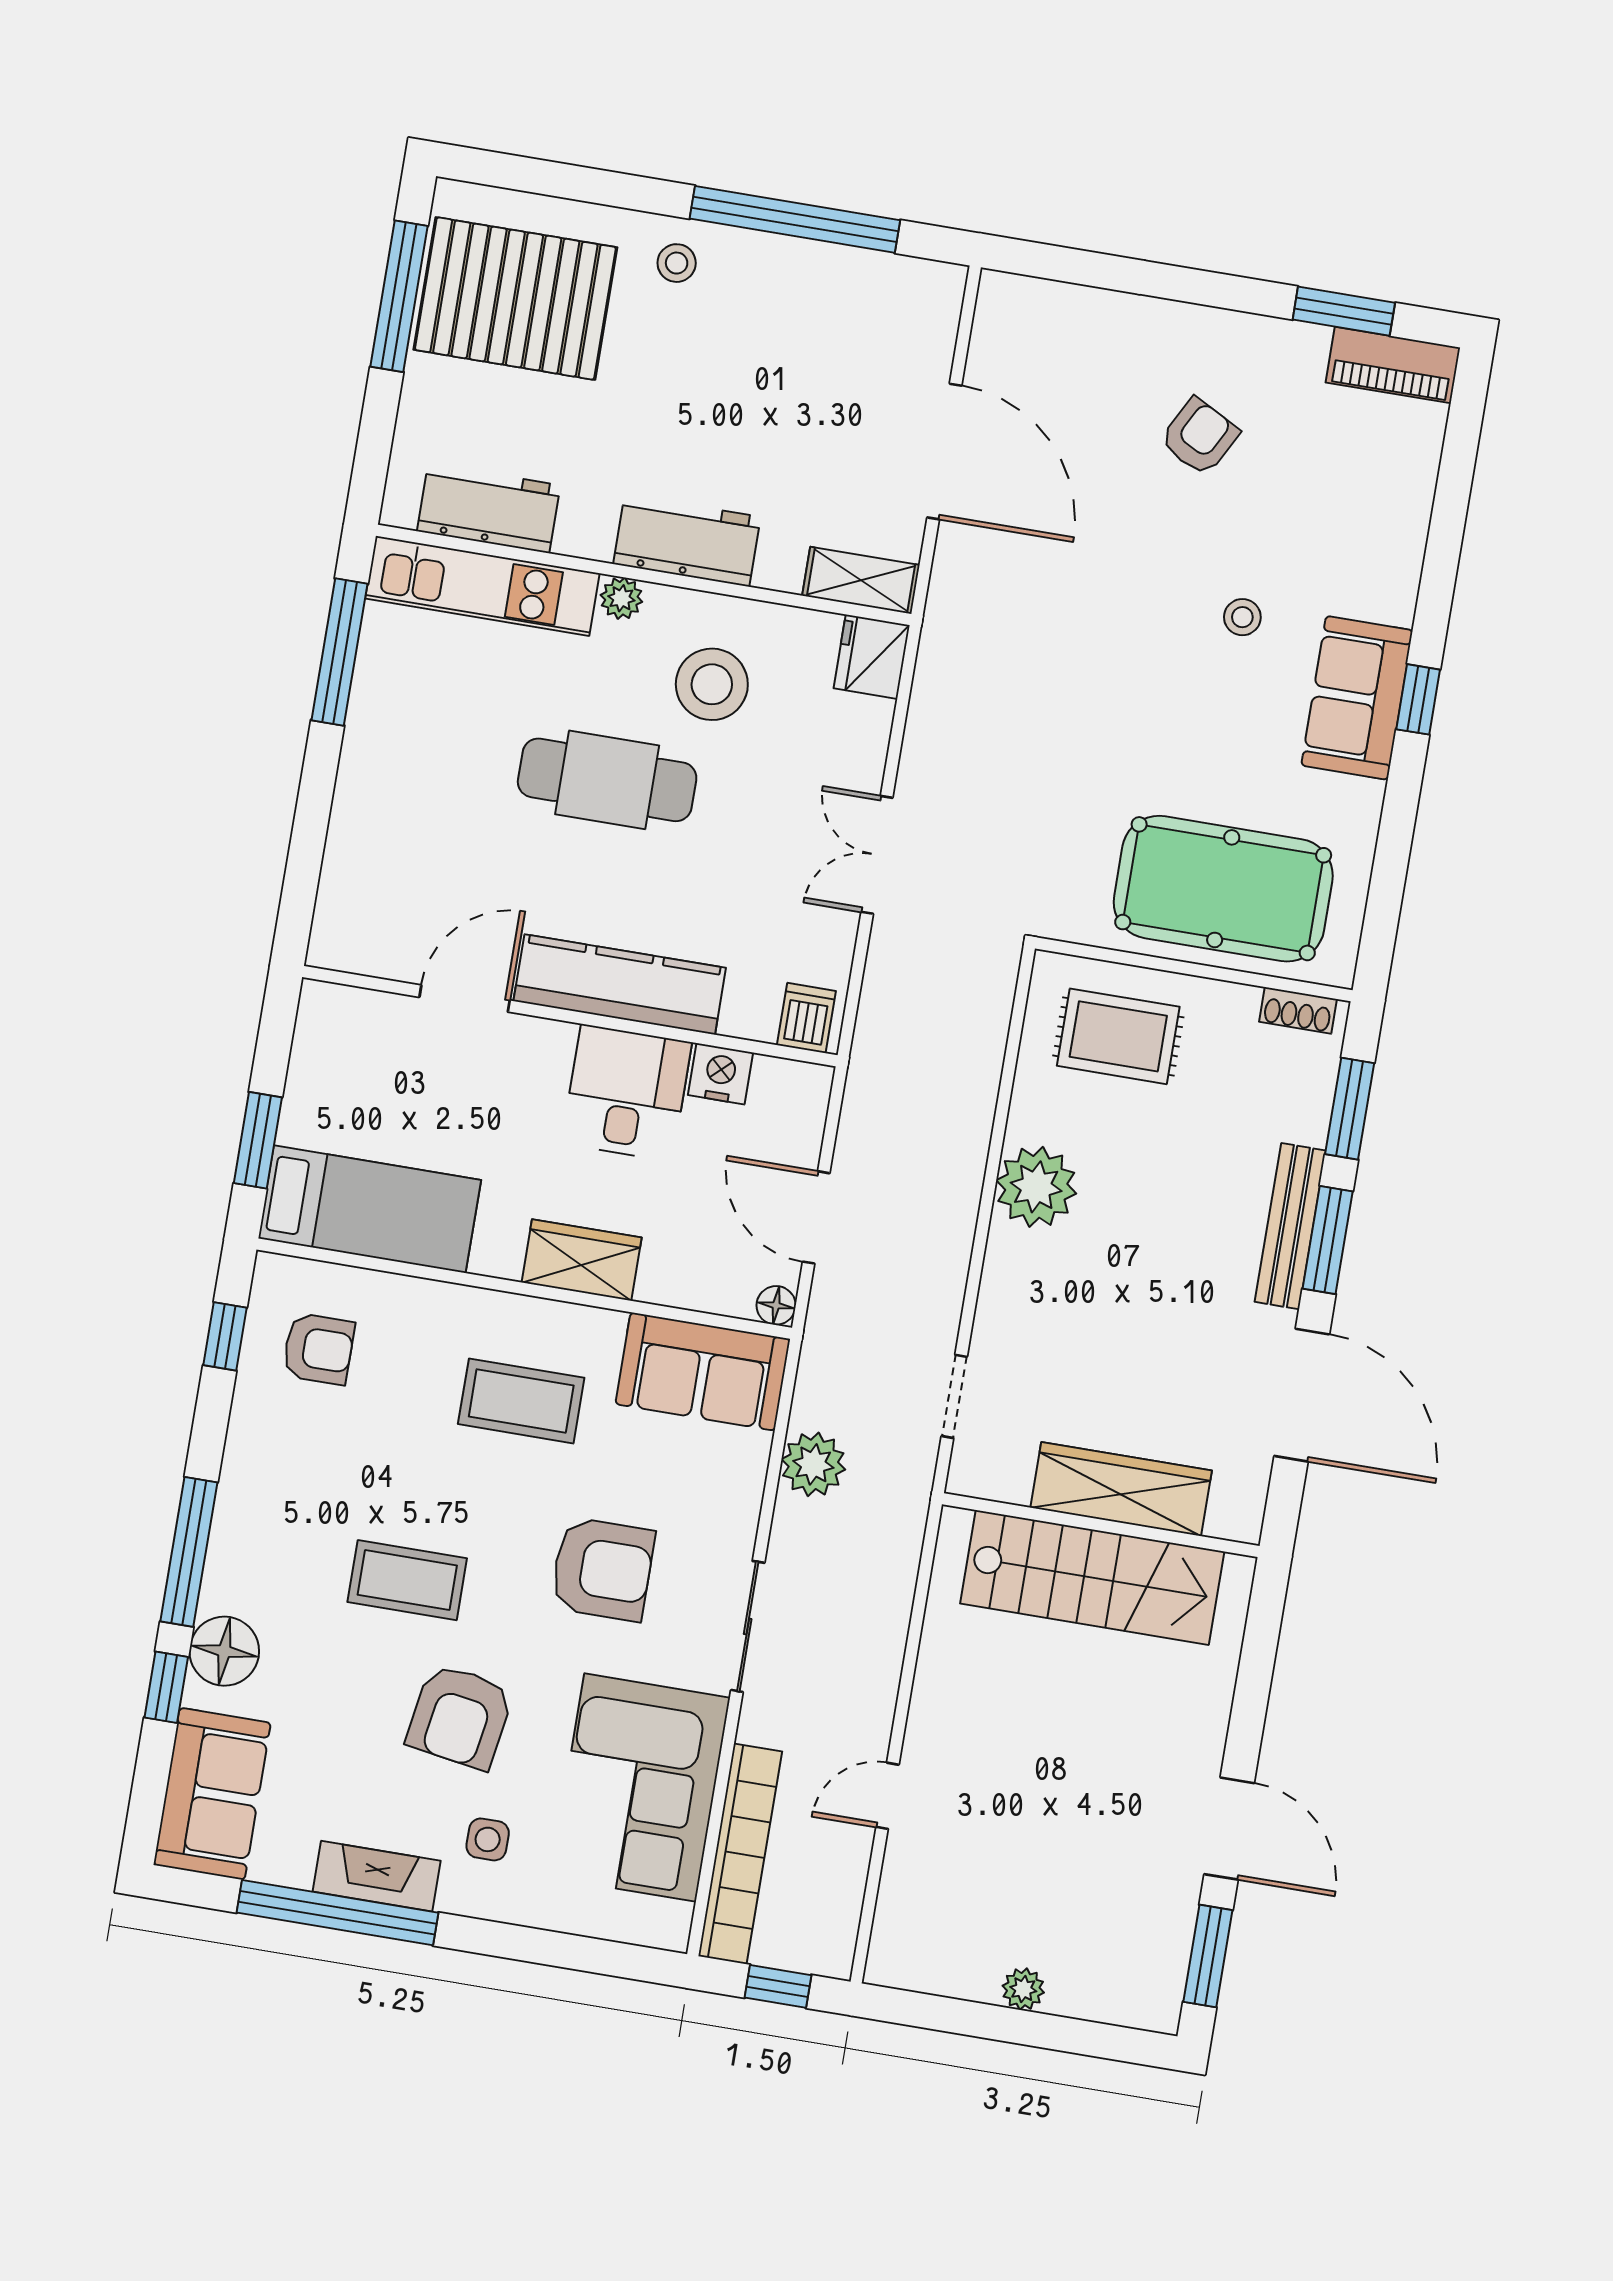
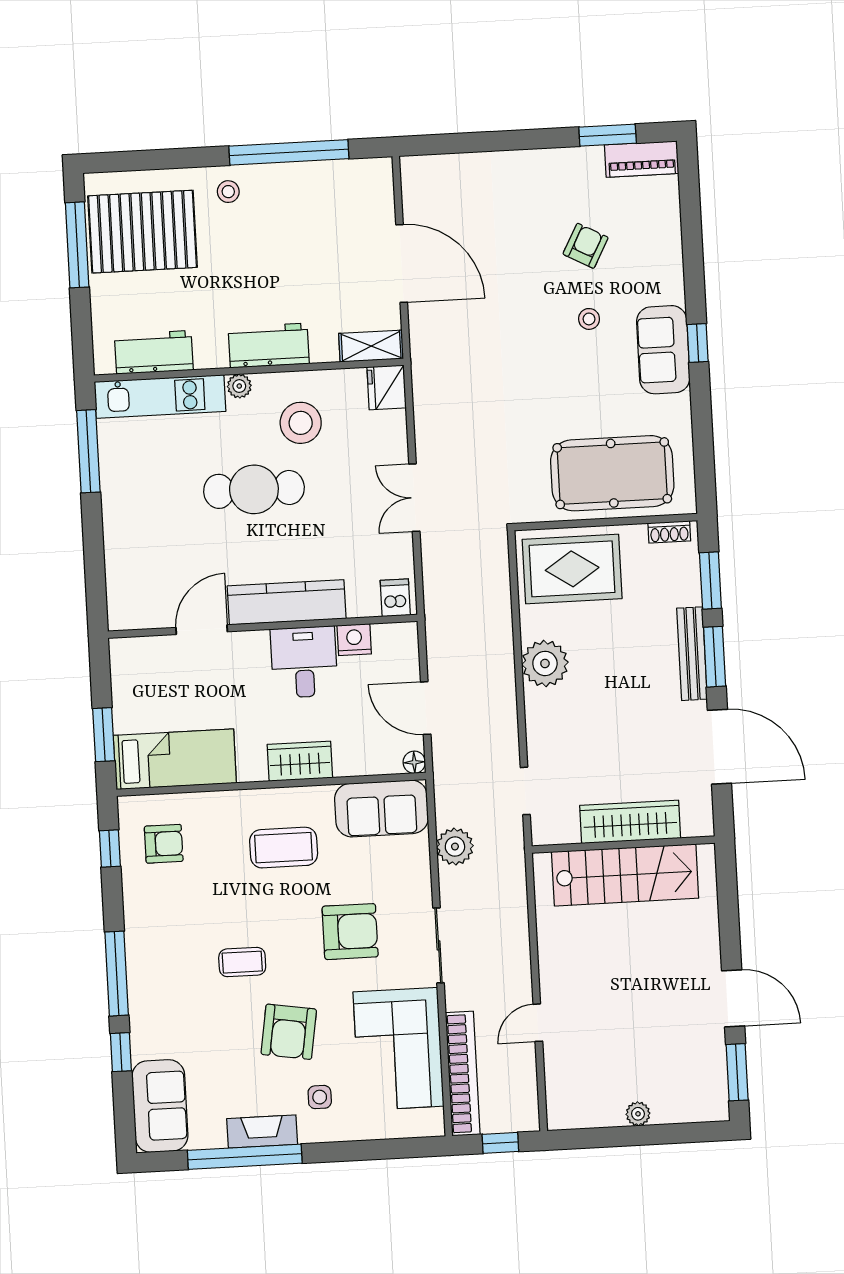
armchair: (1200, 437) -> (586, 246), moved
rug: (1118, 1036) -> (572, 569), width x1.36, depth x1.43
coffee table: (407, 1580) -> (242, 962), width x0.73, depth x0.77
floor lamp: (224, 1651) -> (149, 1025), removed

